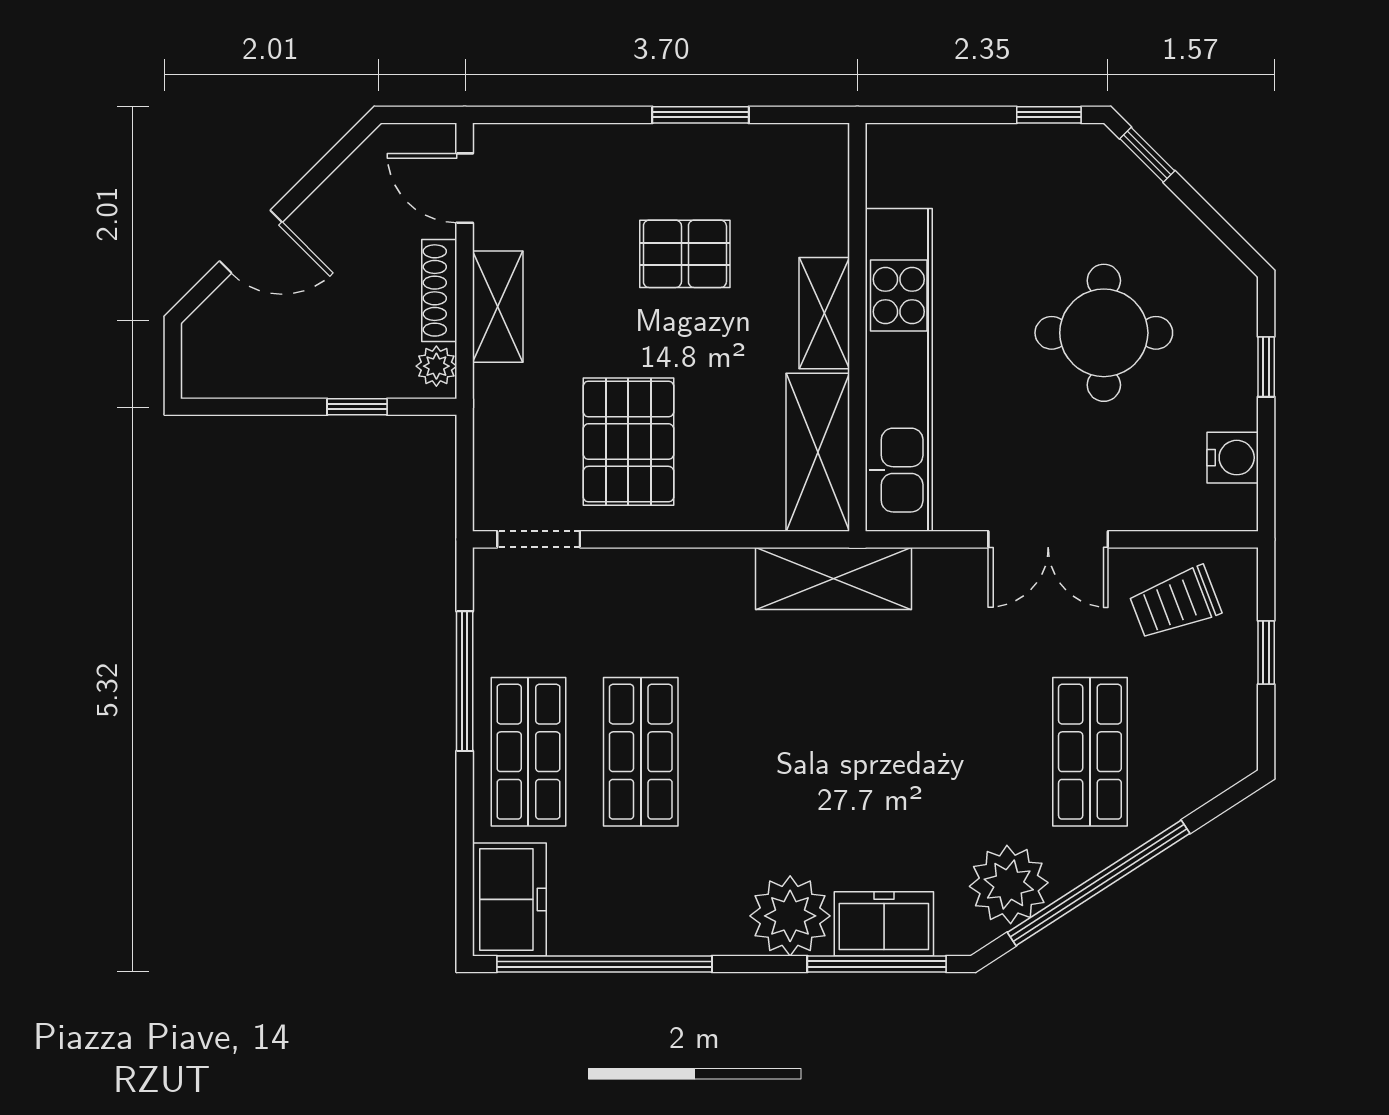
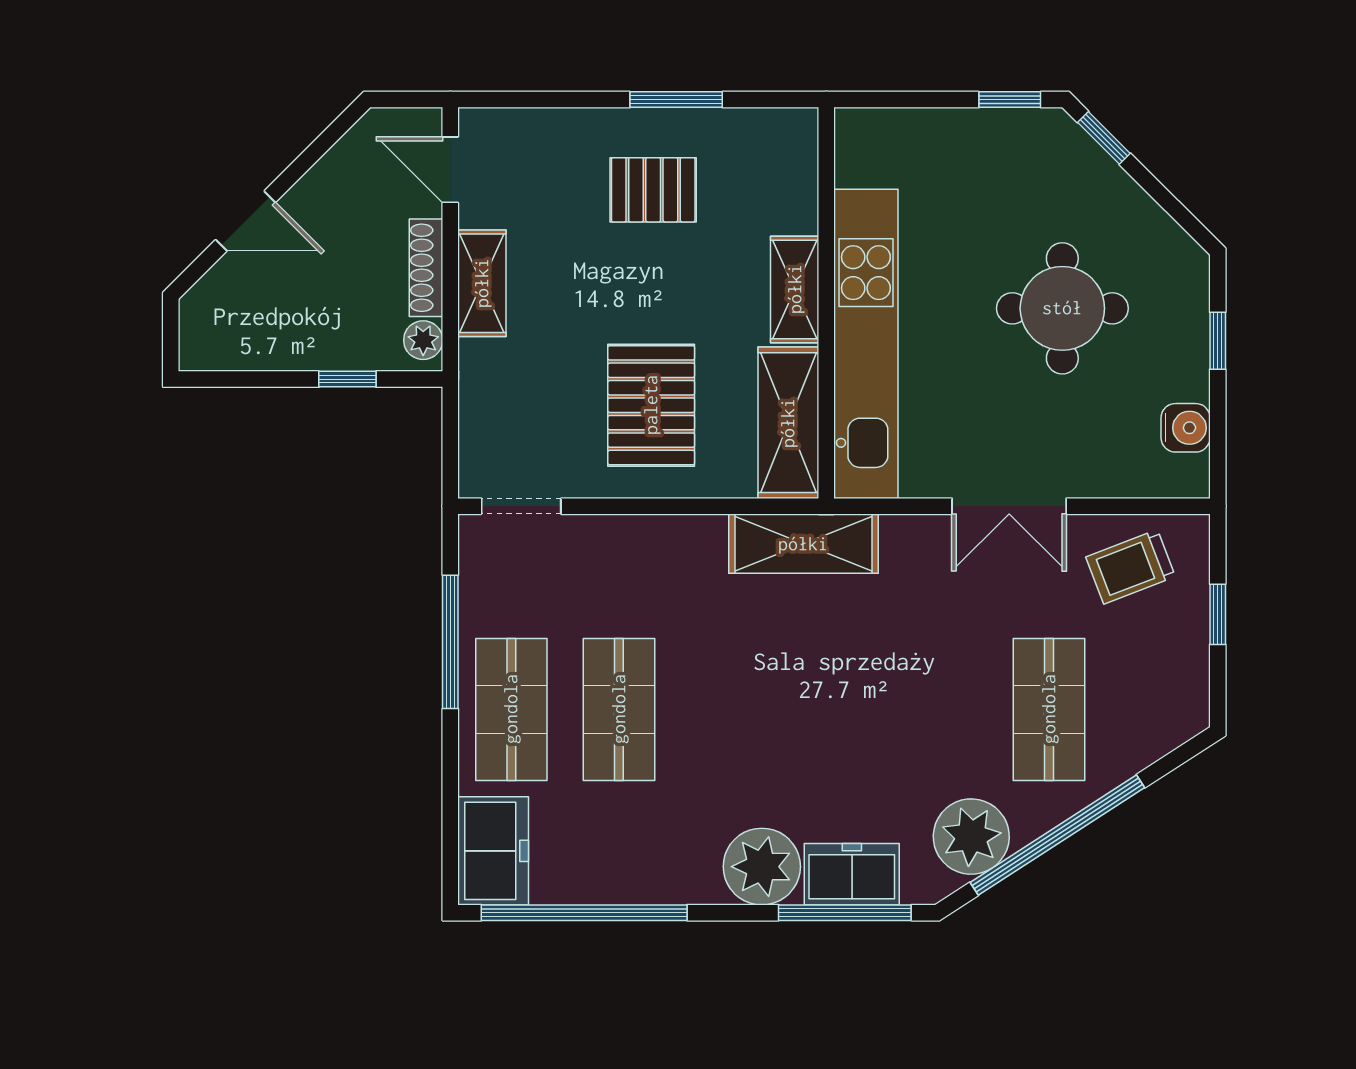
pallet: (685, 254) -> (653, 190), moved
pallet: (628, 442) -> (651, 405), moved

